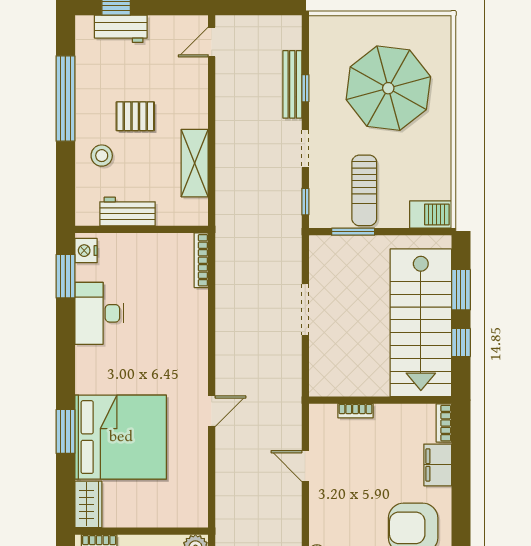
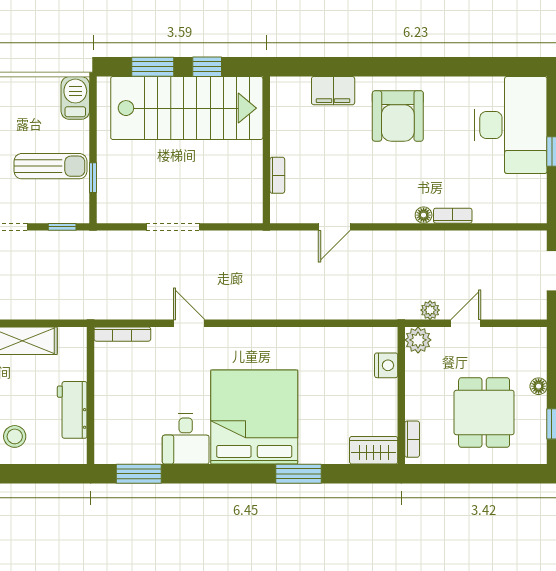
window: (353, 232) -> (93, 178), width x0.67
nightstand: (86, 251) -> (386, 365), moved, turned -90
desk: (99, 313) -> (186, 439), width x0.73
door: (212, 411) -> (189, 323), moved
bookcase: (444, 423) -> (290, 84), removed
bed: (121, 437) -> (254, 417), moved

